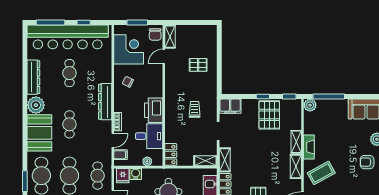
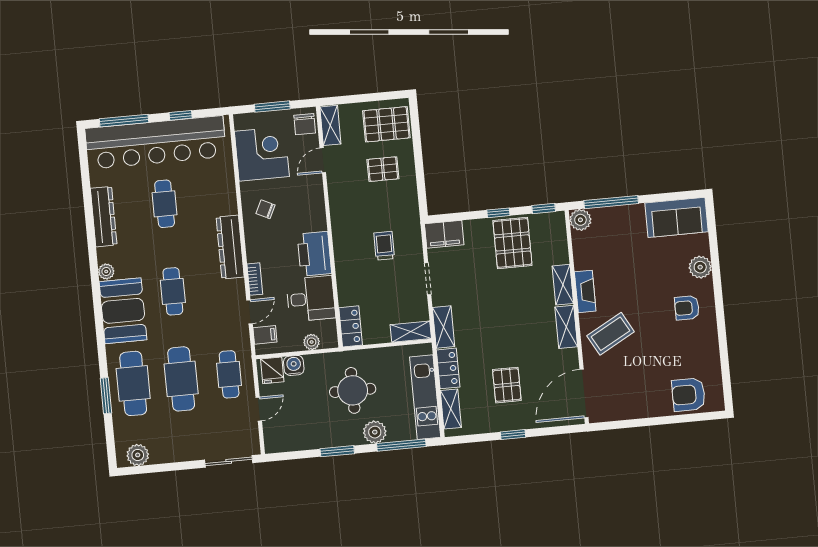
pallet: (203, 39) -> (386, 124), added
plant: (36, 105) -> (106, 272), width x0.53, depth x0.53

